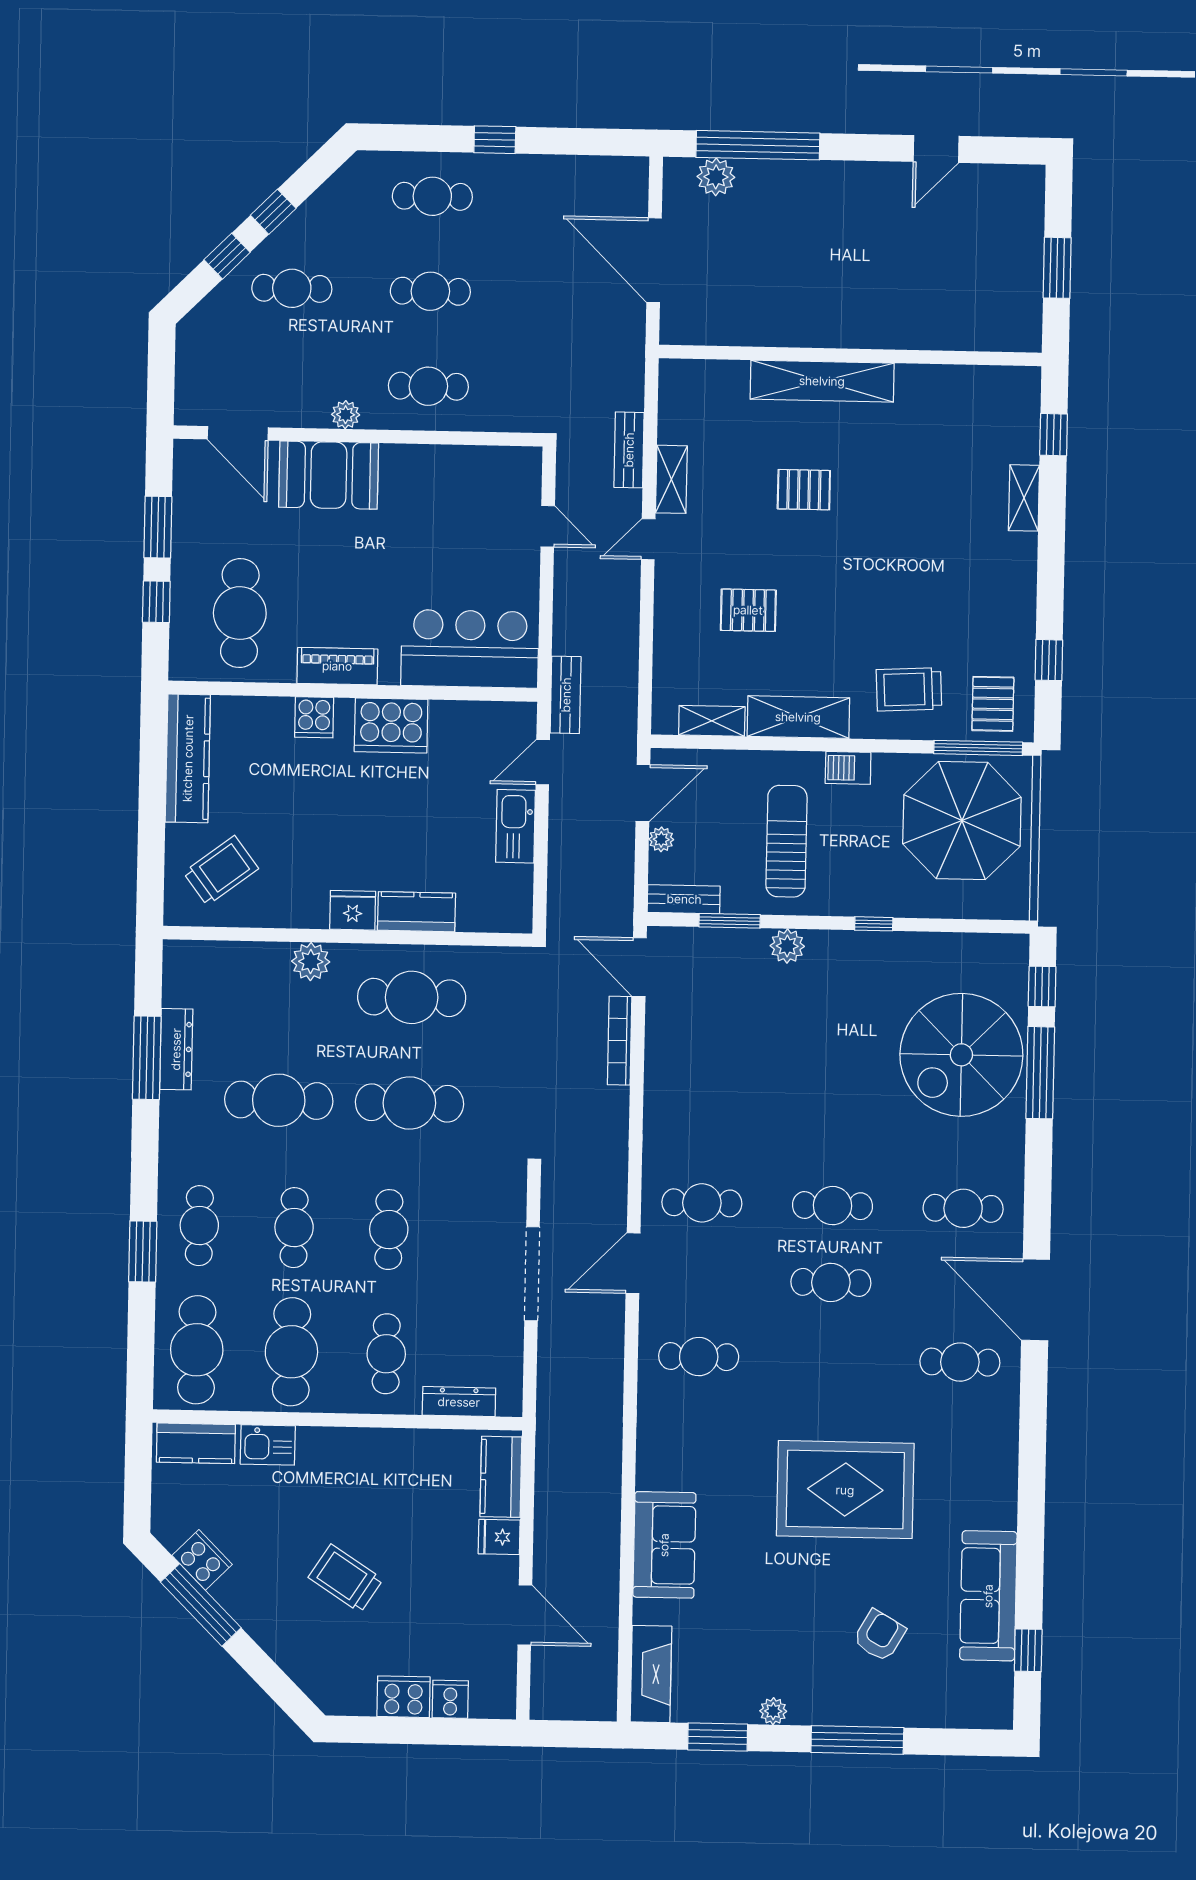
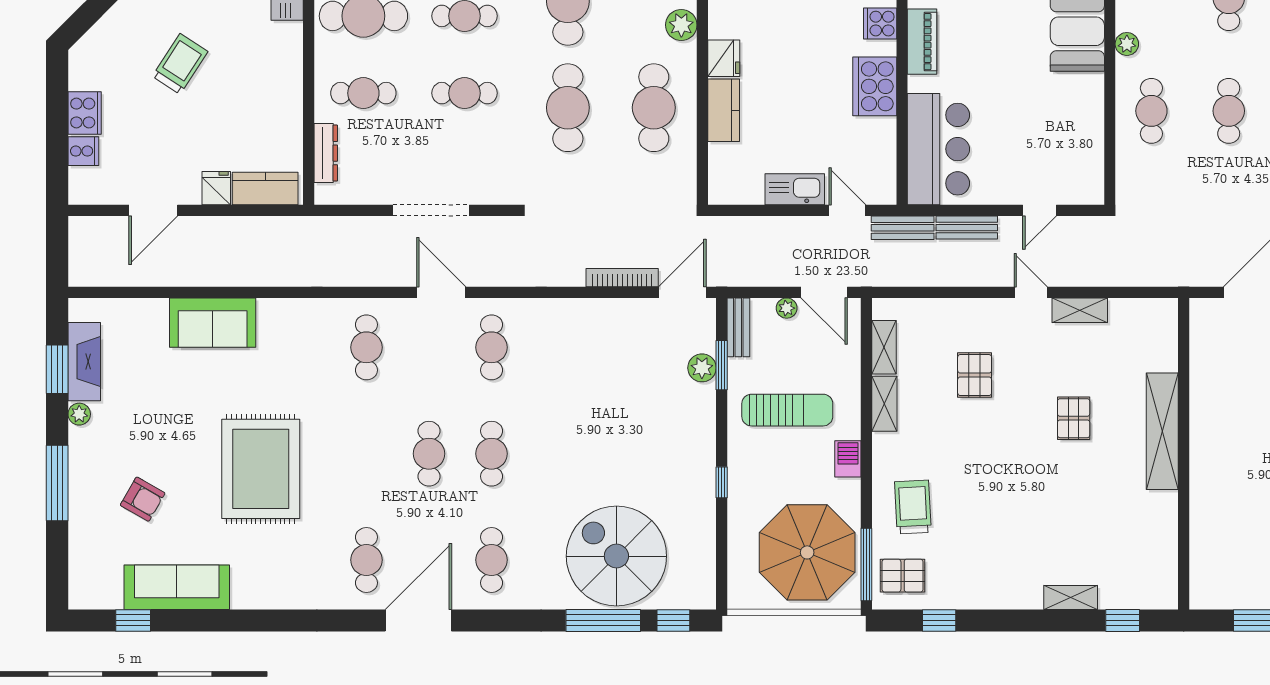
bench: (629, 450) -> (967, 228), moved
shelving: (798, 717) -> (884, 404), width x0.67, depth x0.75
plant: (787, 946) -> (702, 368), moved
fireplace: (651, 1674) -> (84, 362), moved, turned -90

